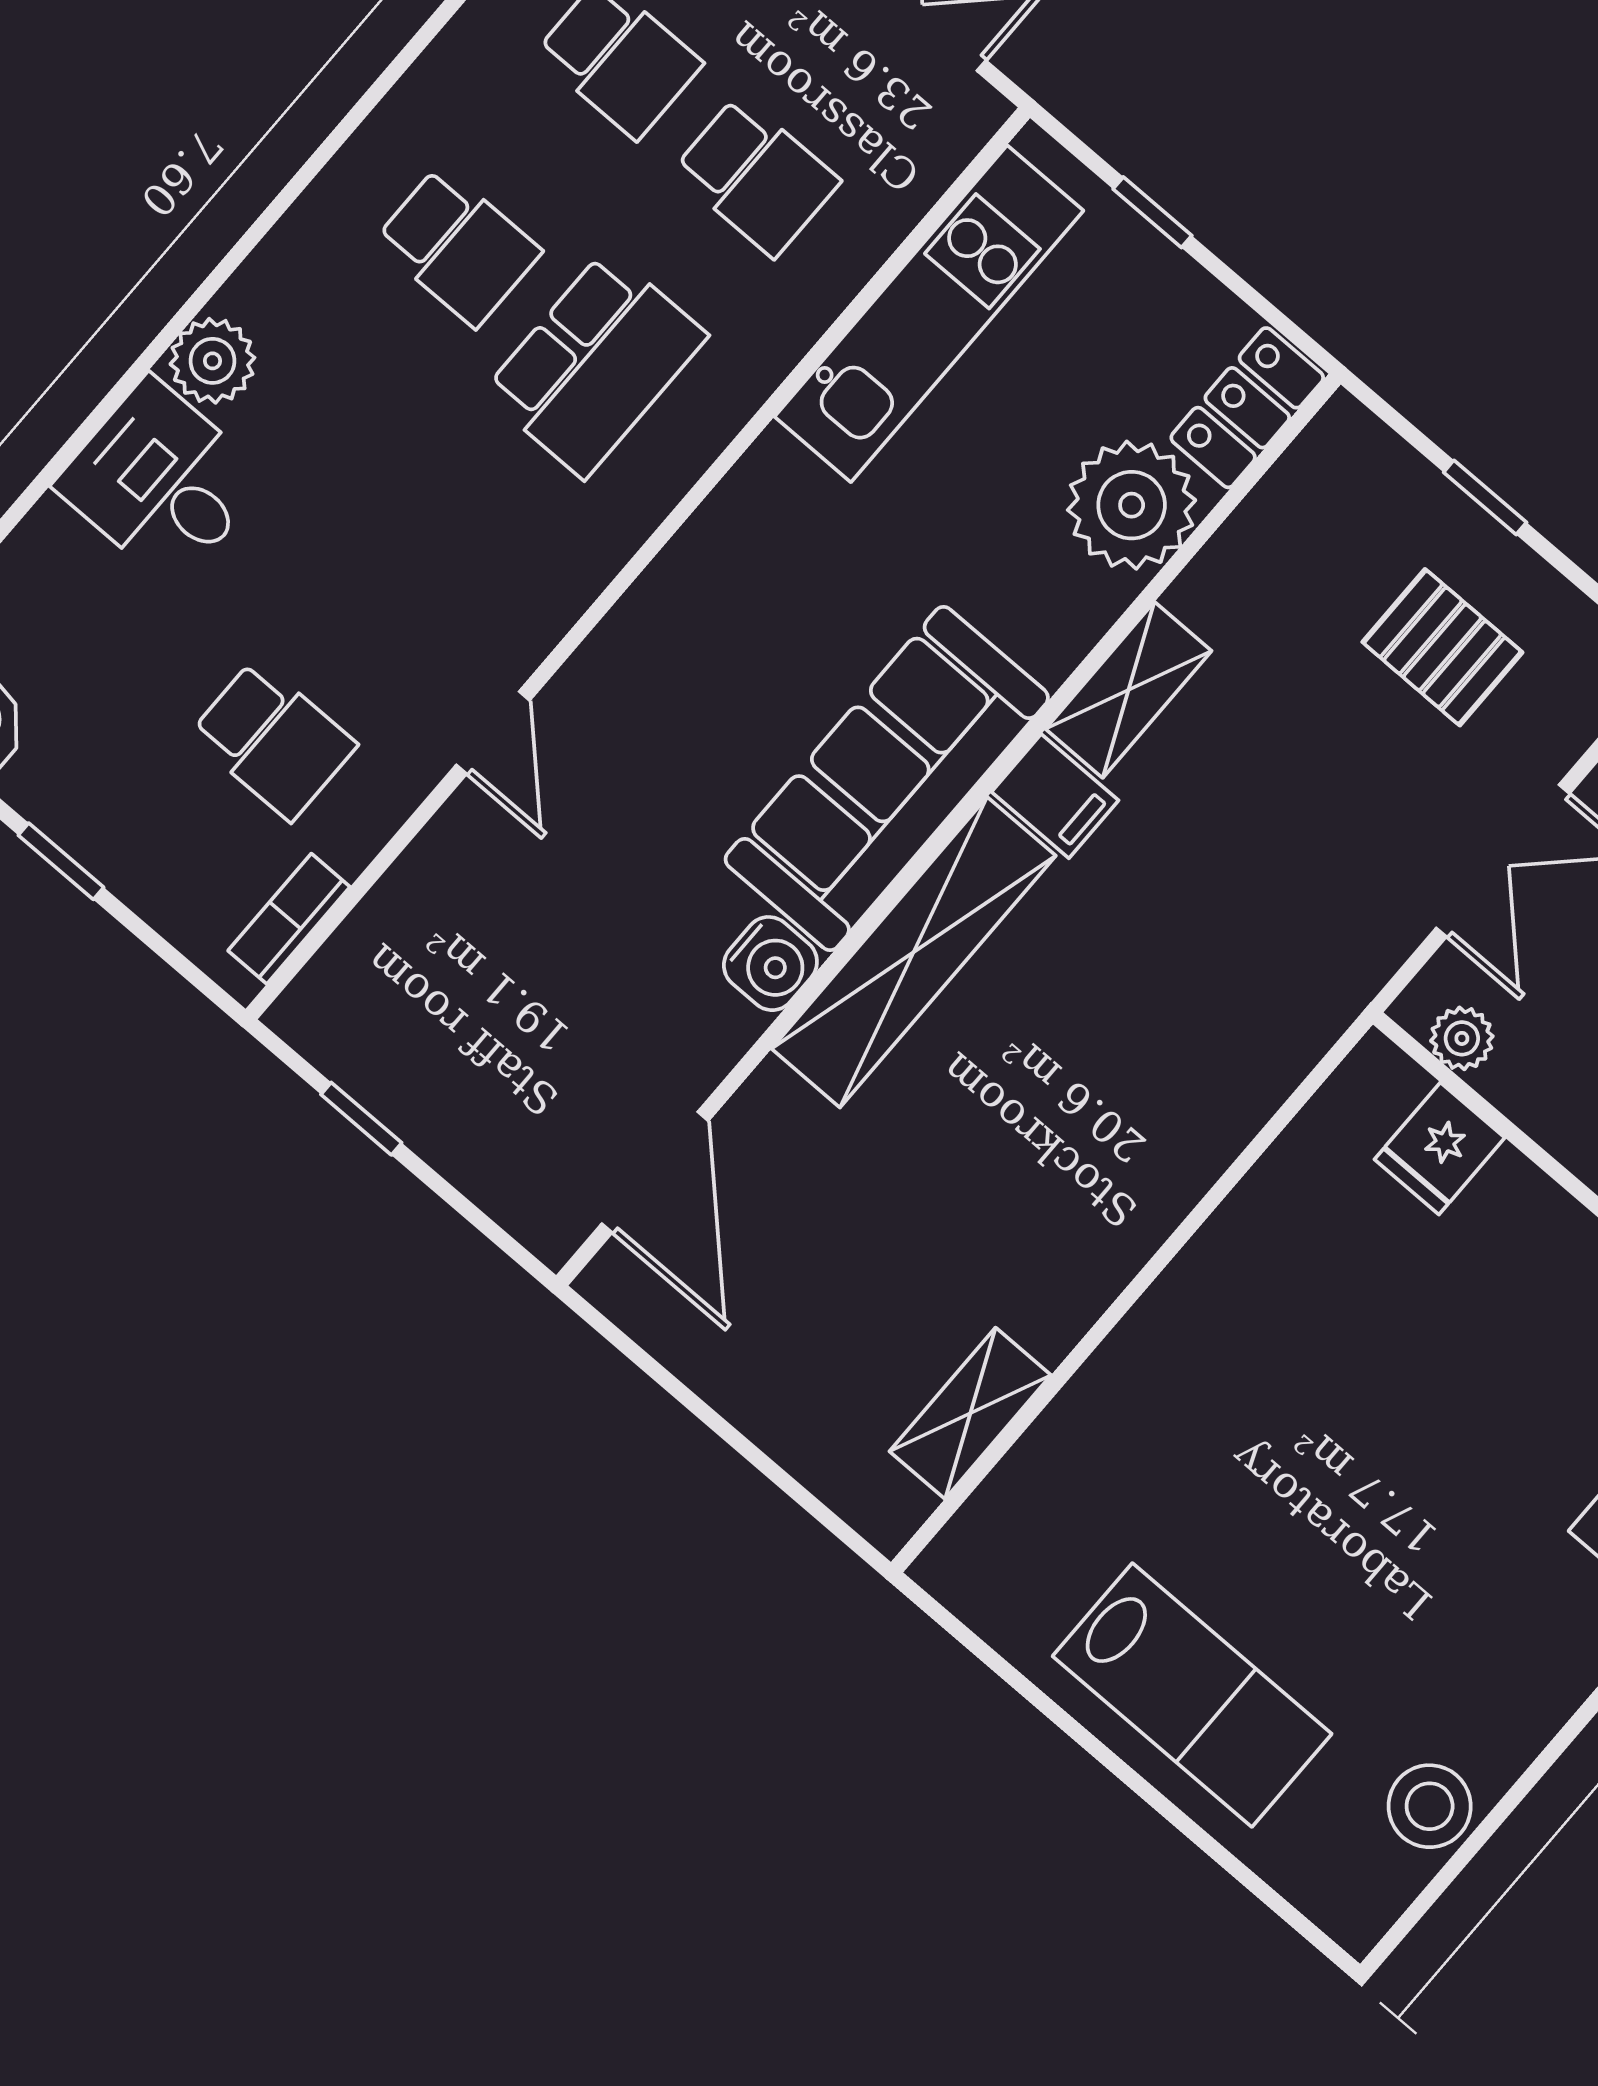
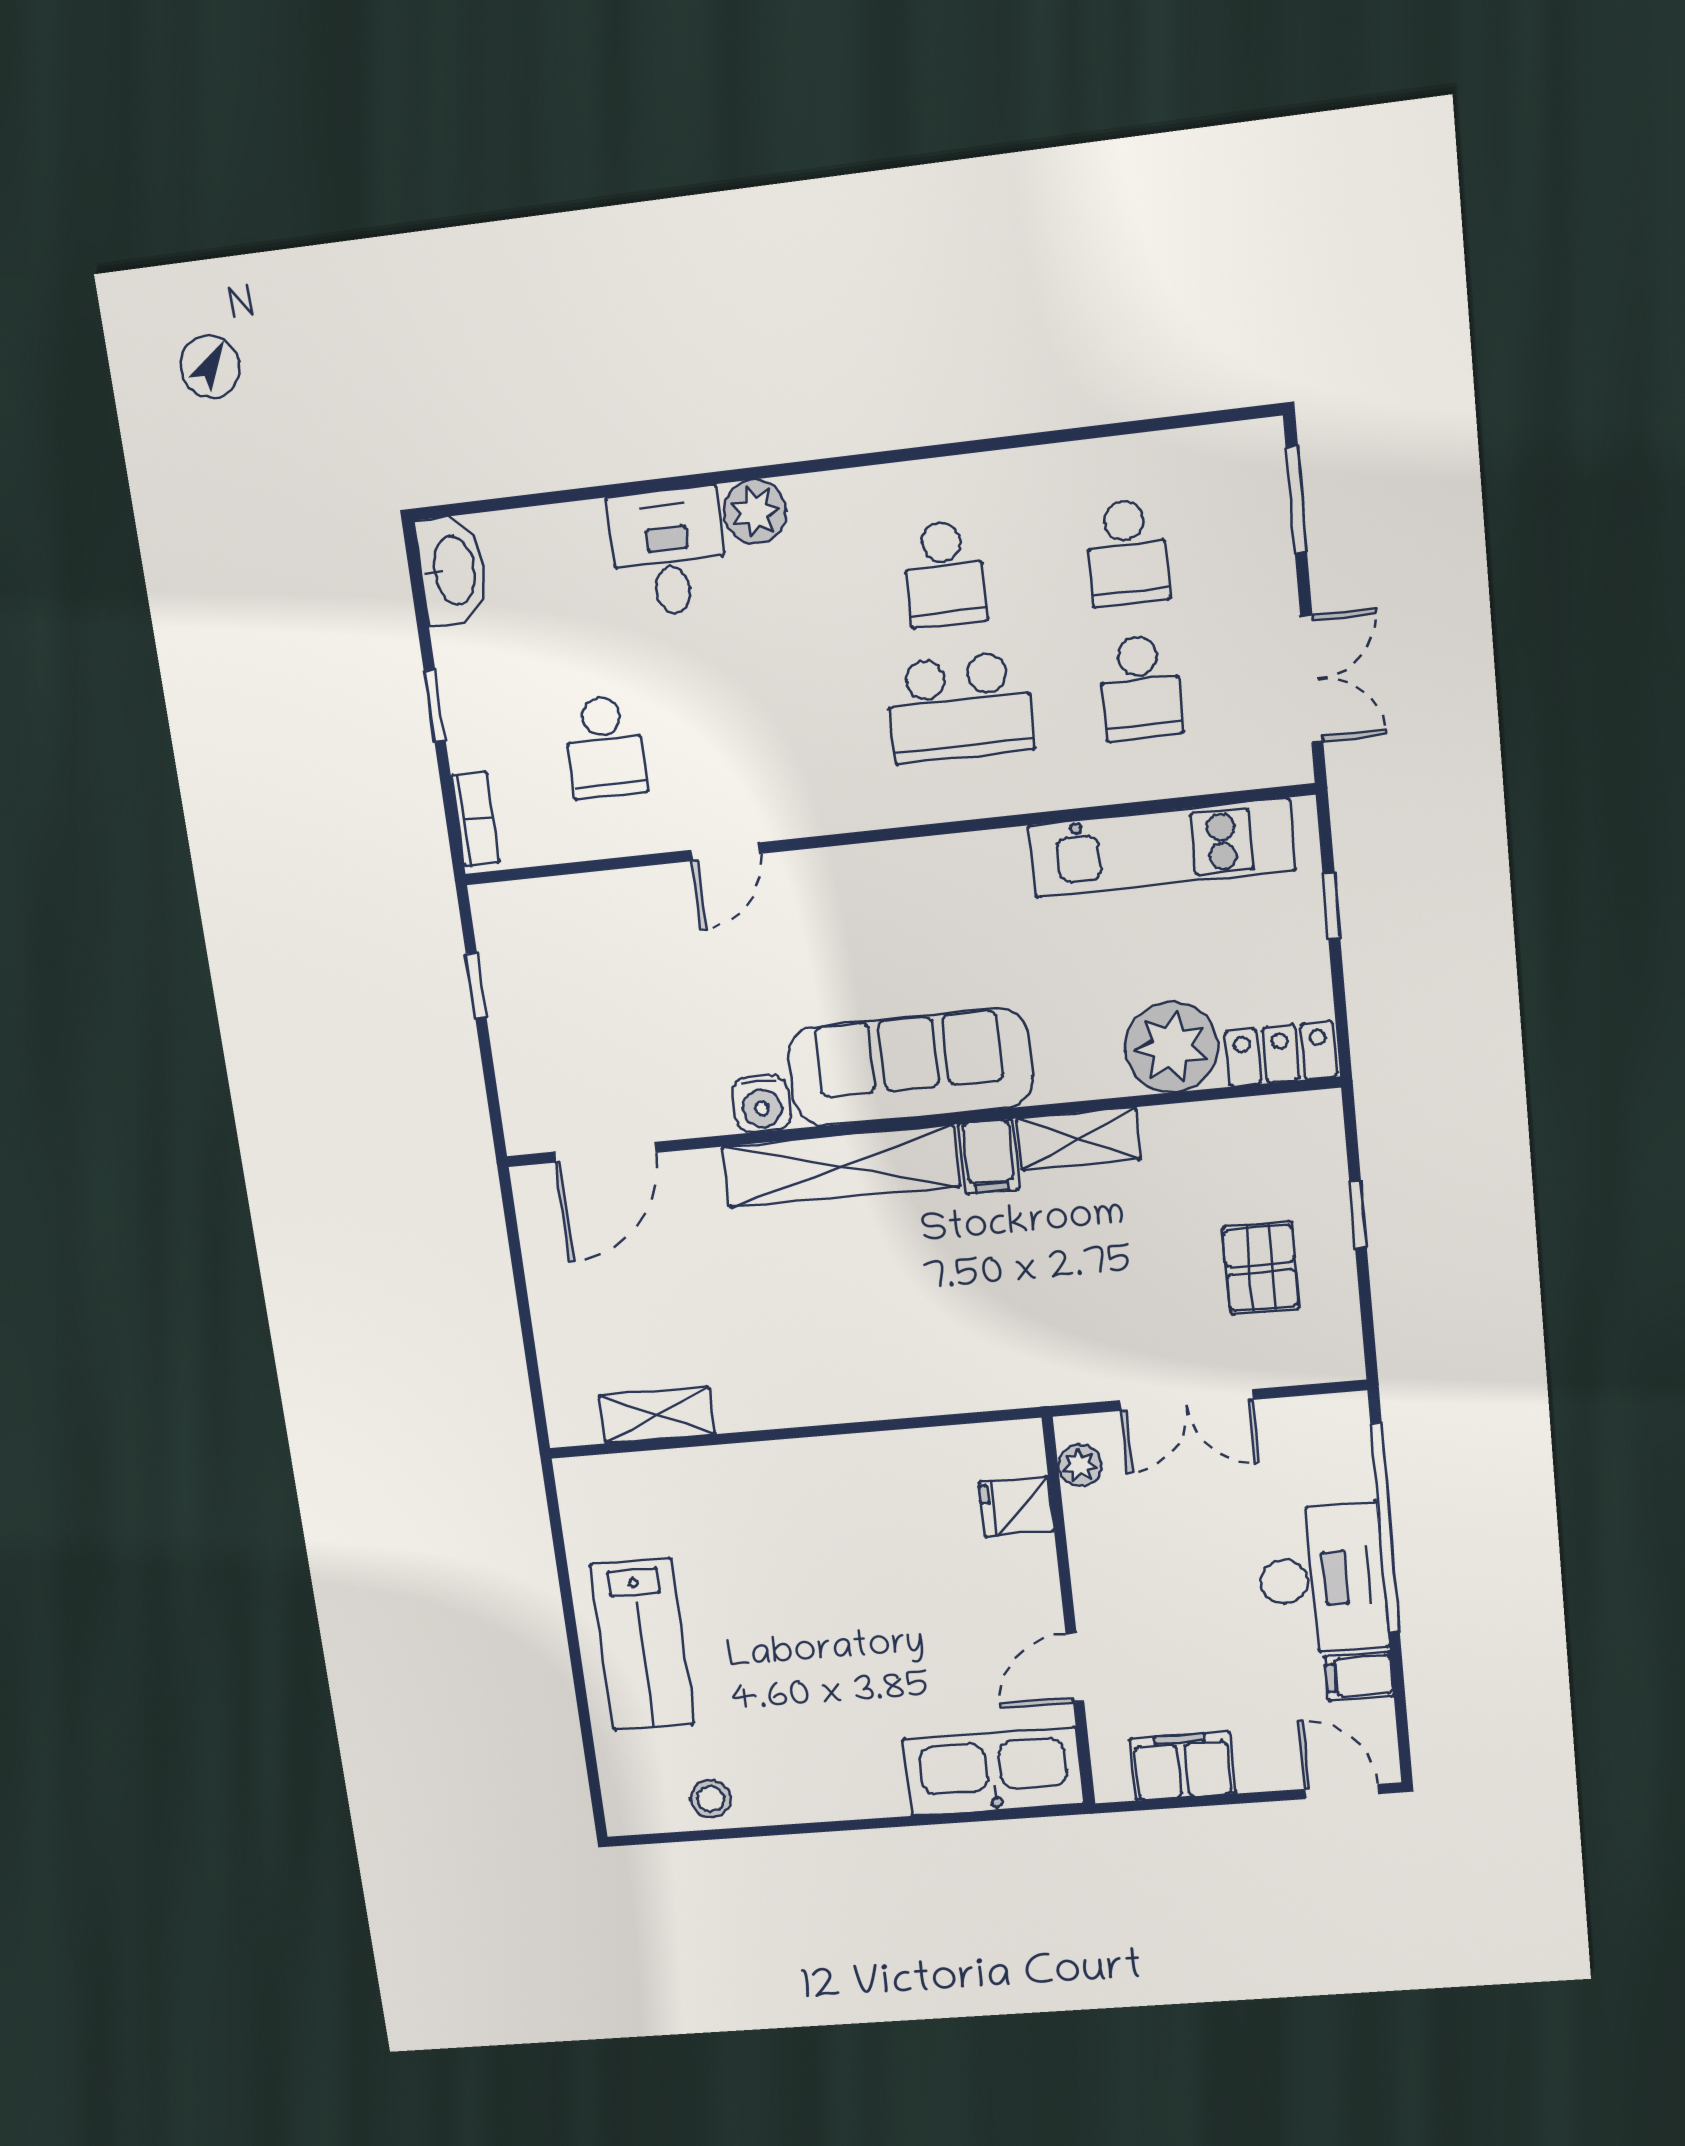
bookcase: (289, 919) -> (475, 819), moved, turned 90
stool: (1430, 1806) -> (711, 1799), width x0.73, depth x0.73

